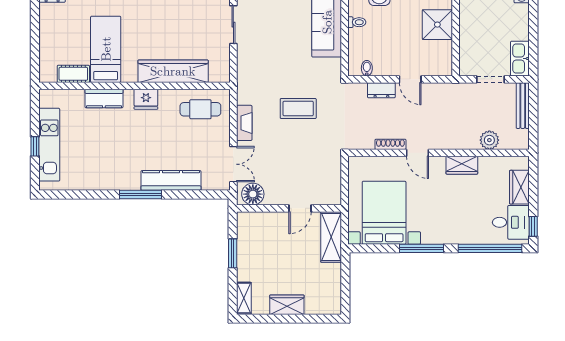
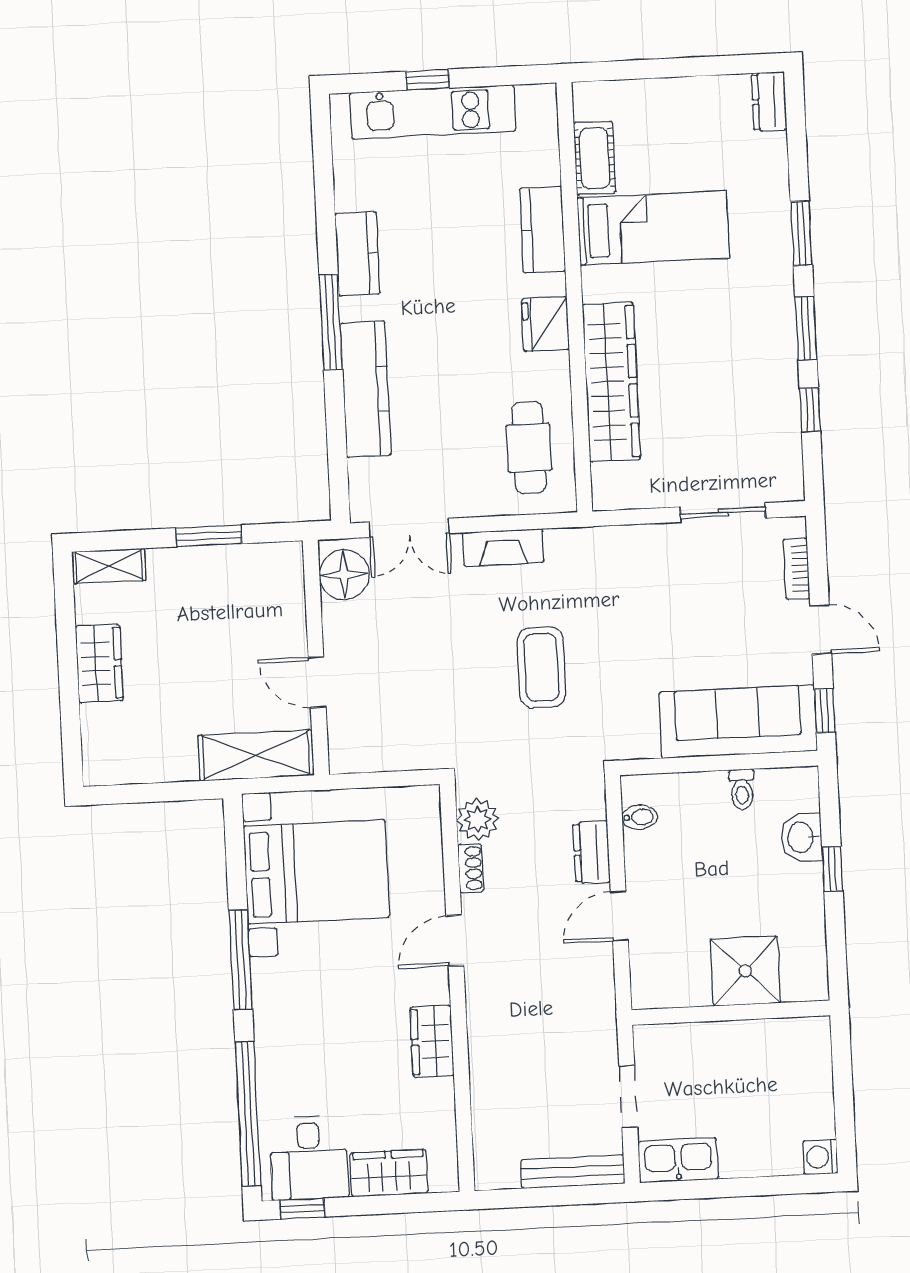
plant: (489, 140) -> (478, 819), moved
shoe rack: (390, 144) -> (471, 868), width x0.70
kitchen counter: (111, 181) -> (357, 254), added

